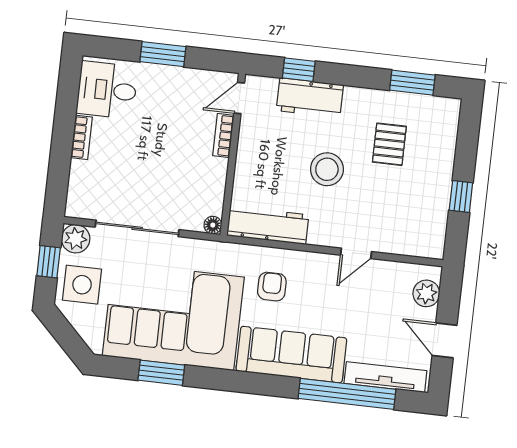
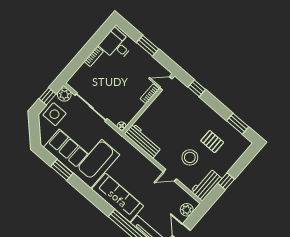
workbench: (310, 98) -> (206, 185), moved, turned 90
pallet: (389, 144) -> (212, 142), turned 90
stool: (327, 169) -> (190, 157), moved
armchair: (272, 287) -> (128, 166), removed

